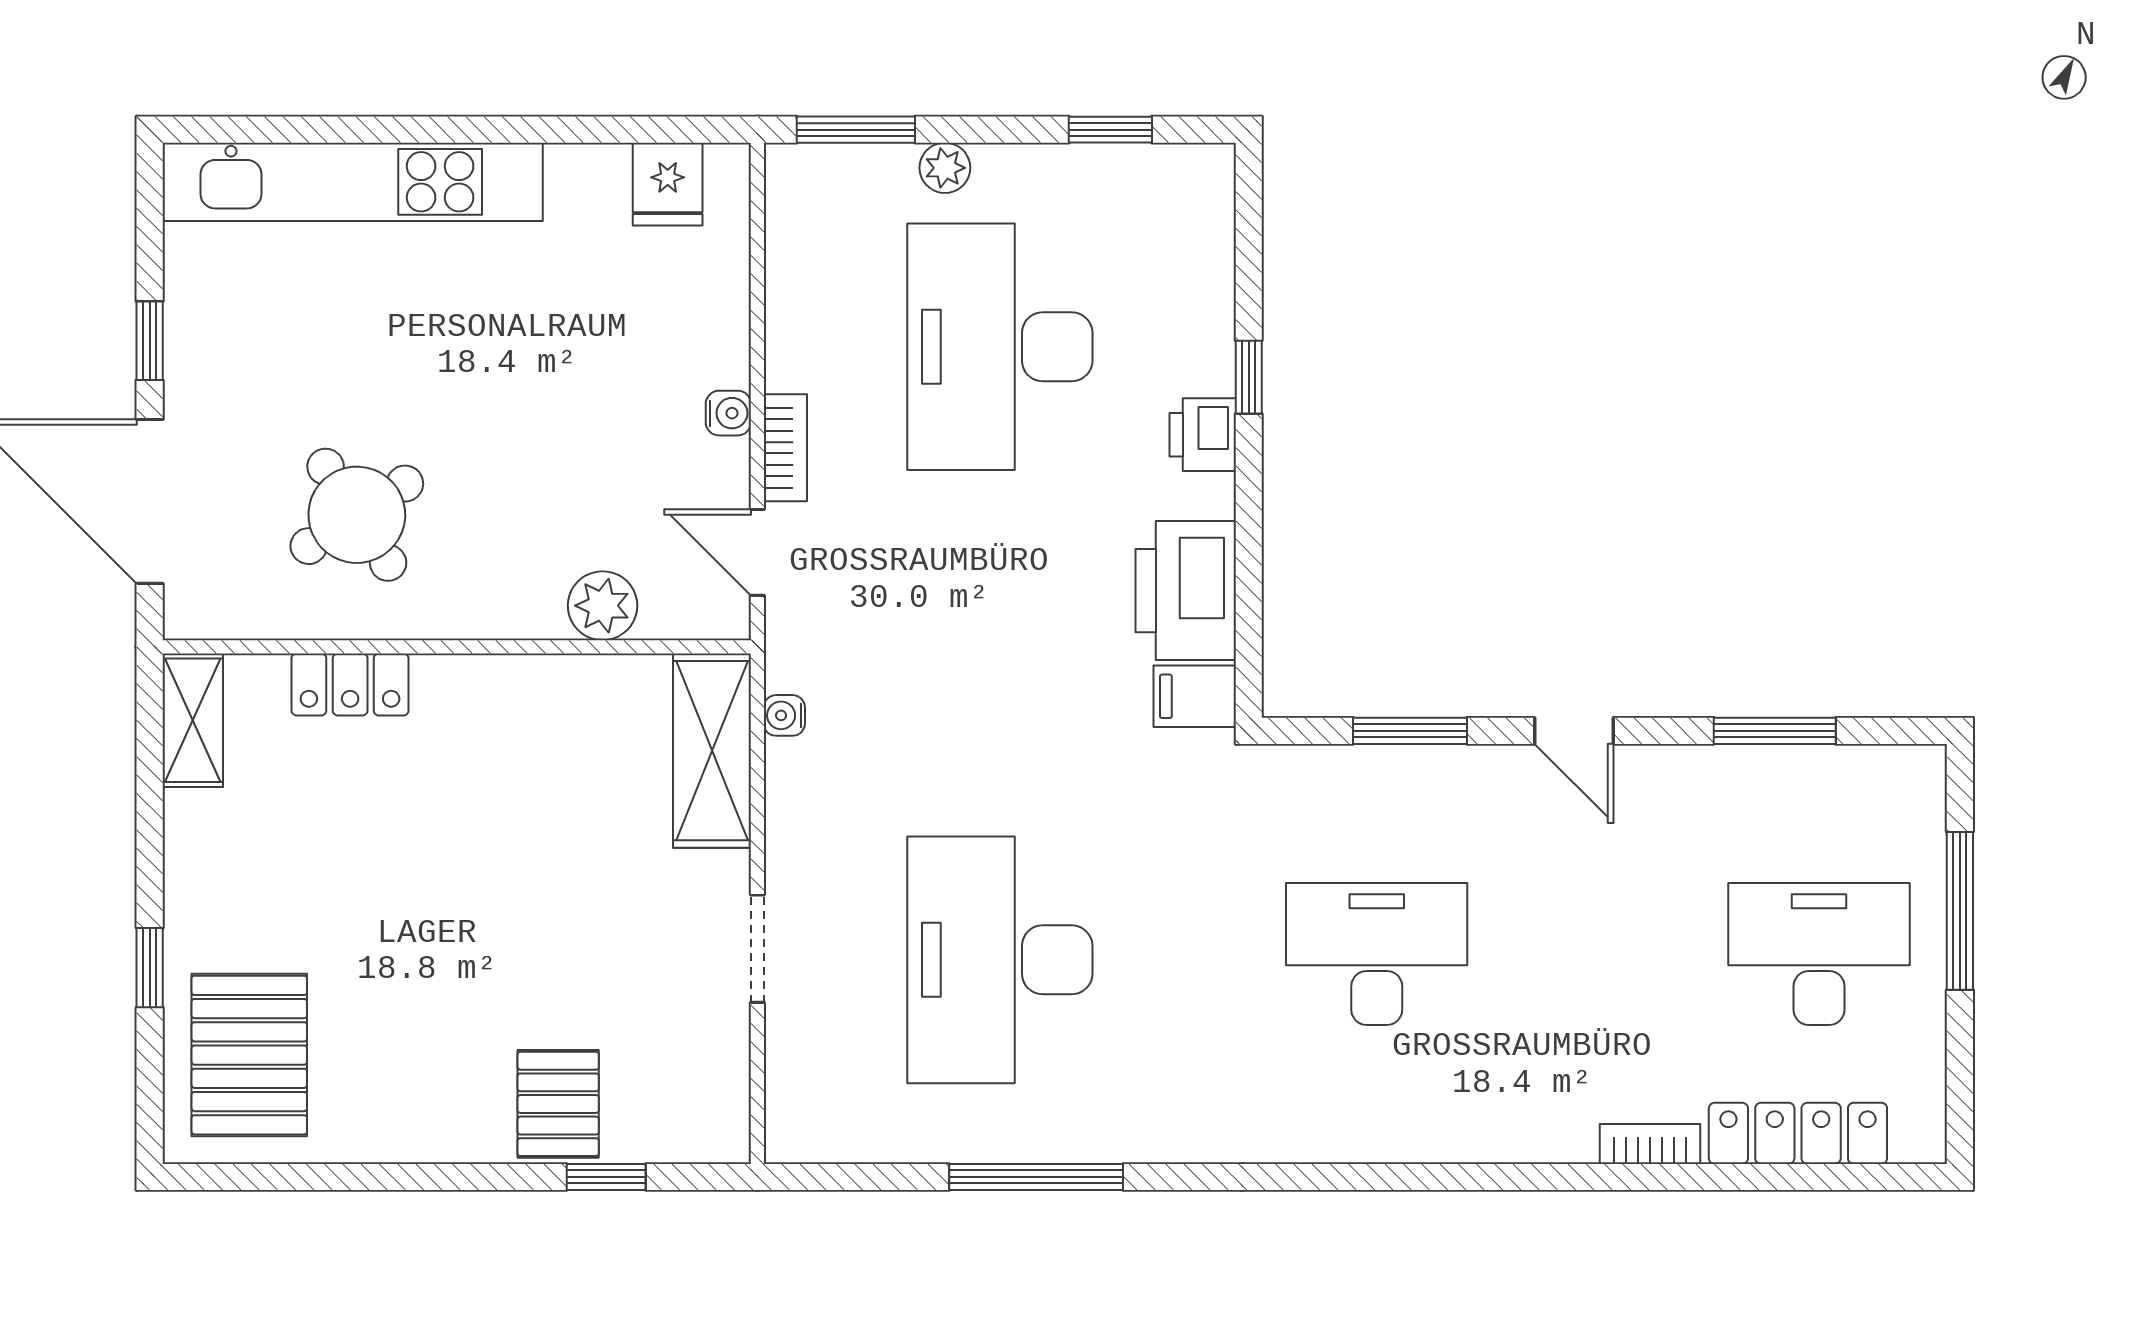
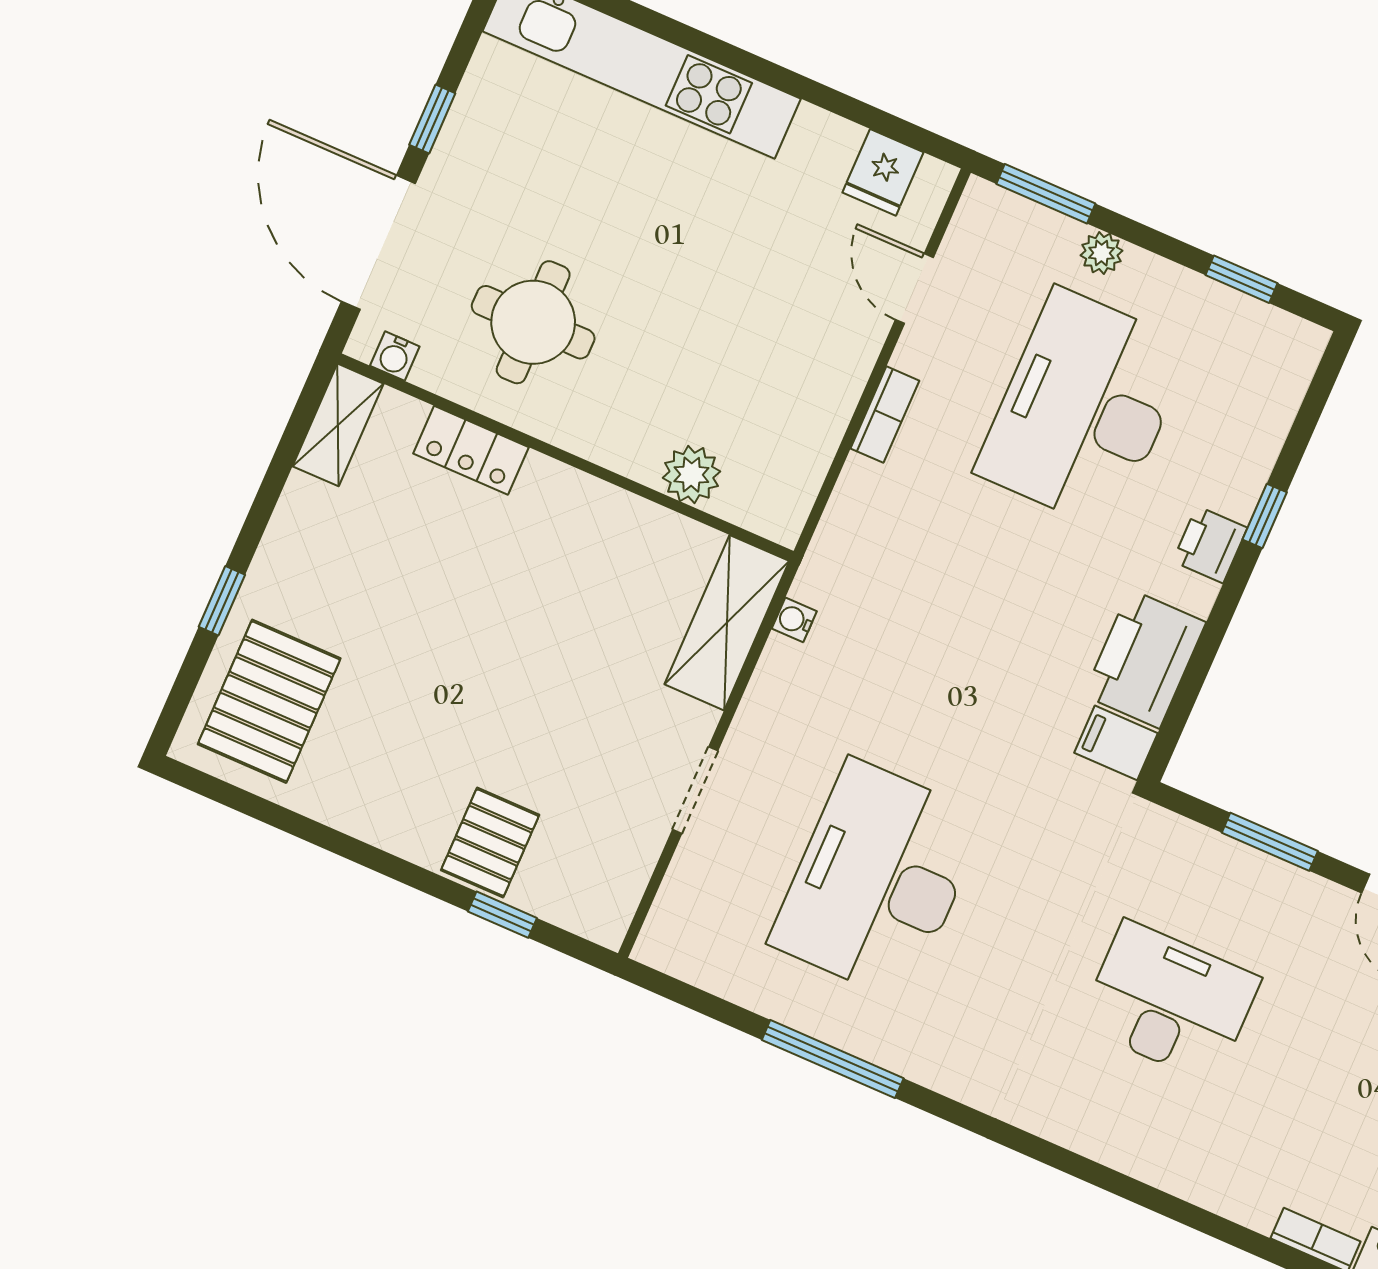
water cooler: (728, 413) -> (395, 356), moved, turned 90
round table: (357, 515) -> (533, 322), turned 33
door: (757, 552) -> (914, 289), moved

